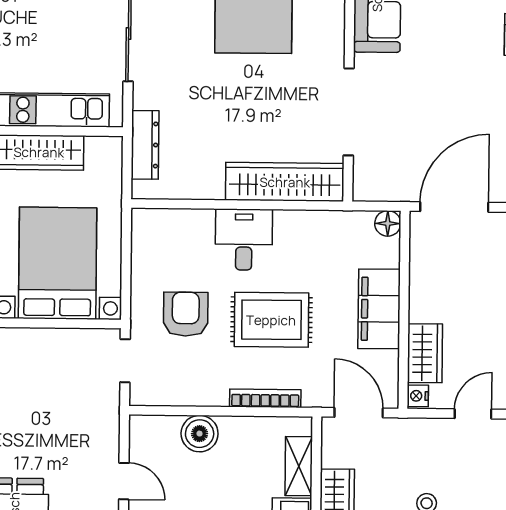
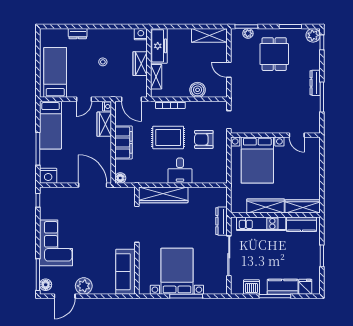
dresser: (145, 145) -> (221, 221), moved
door: (454, 207) -> (93, 185), swing flipped
armchair: (186, 314) -> (204, 139), turned 90

